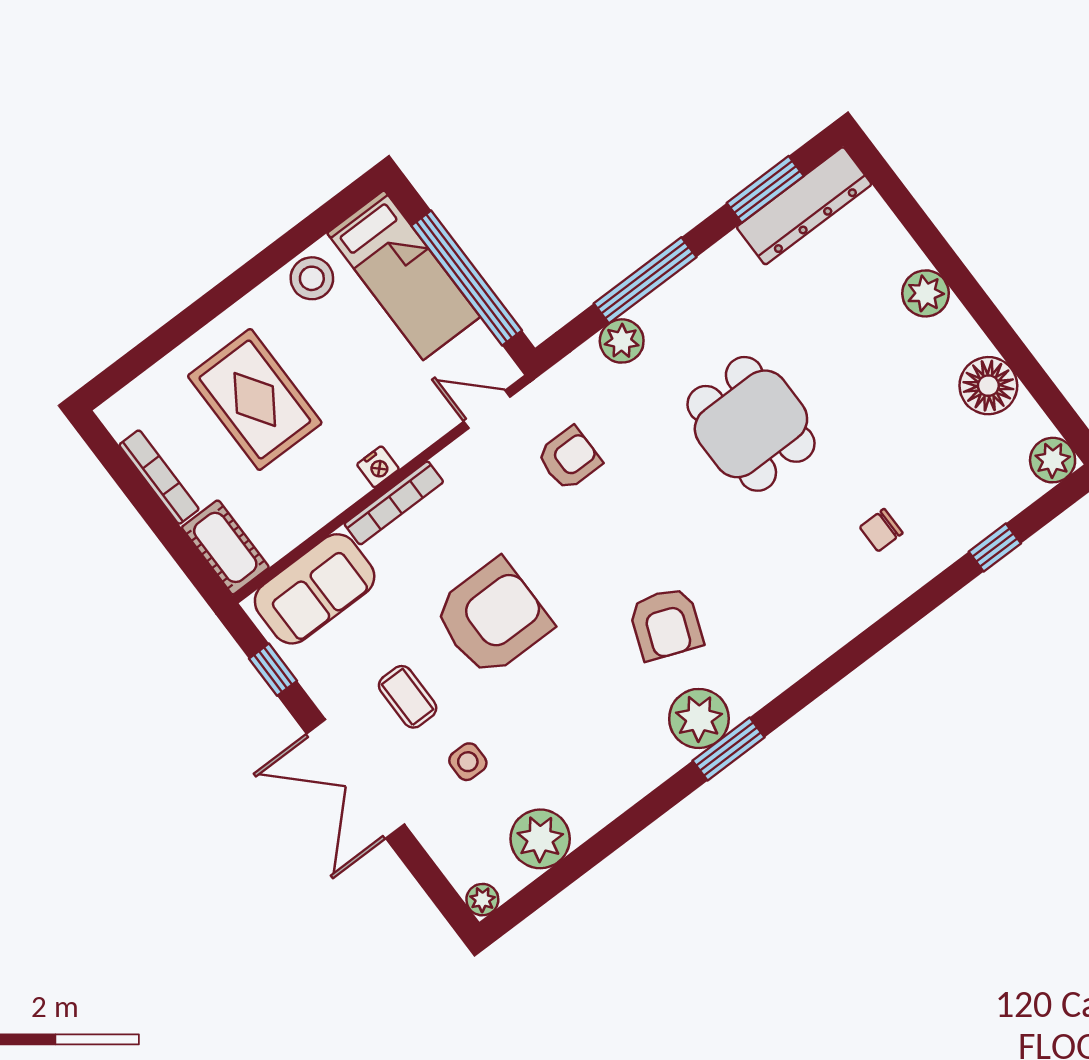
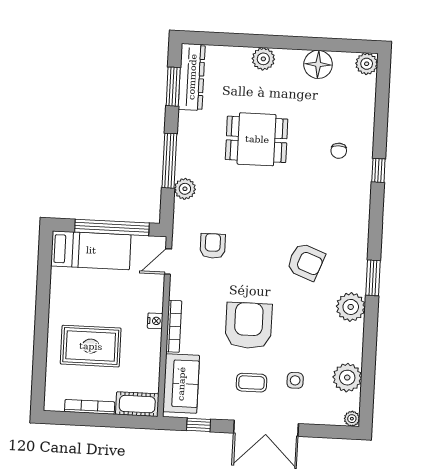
stool: (312, 278) -> (63, 286), removed
dining table: (751, 424) -> (257, 139), moved
window: (995, 548) -> (378, 170), moved
plant: (699, 718) -> (351, 307), moved

